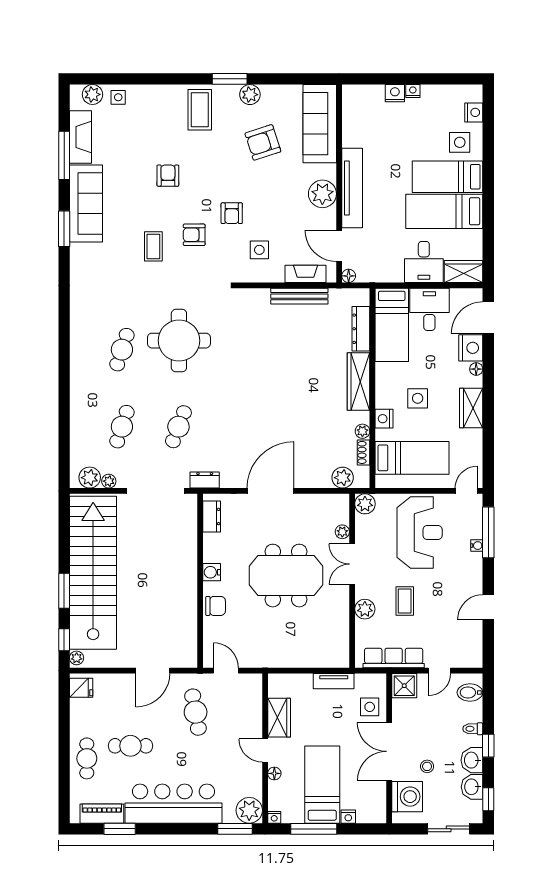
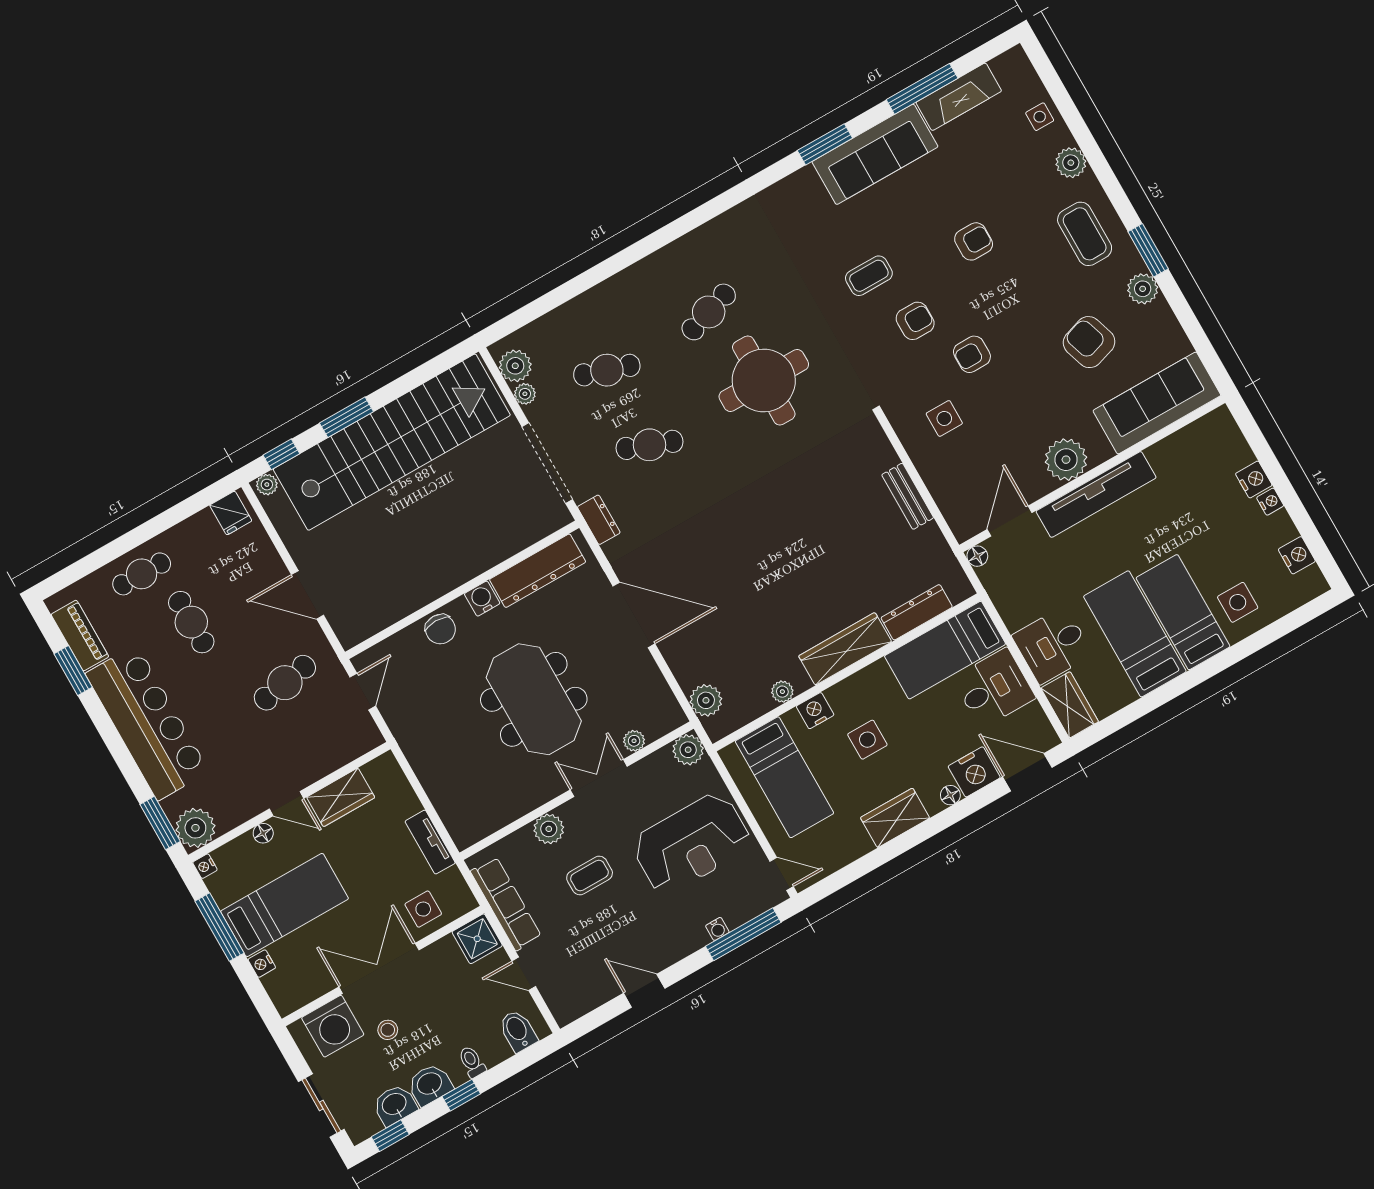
plant: (92, 94) -> (1071, 163), moved
coffee table: (200, 110) -> (1085, 234), turned 90
nightstand: (474, 112) -> (1297, 555), moved, turned -90
armchair: (194, 235) -> (915, 321), turned 90
fireplace: (306, 274) -> (947, 498), removed
bench: (299, 296) -> (908, 496), width x0.73
cafe table: (122, 350) -> (709, 312), turned -36
shoe rack: (364, 452) -> (755, 709), removed
dresser: (212, 517) -> (538, 571), width x1.96, depth x1.24
door: (265, 751) -> (287, 804), swing flipped

